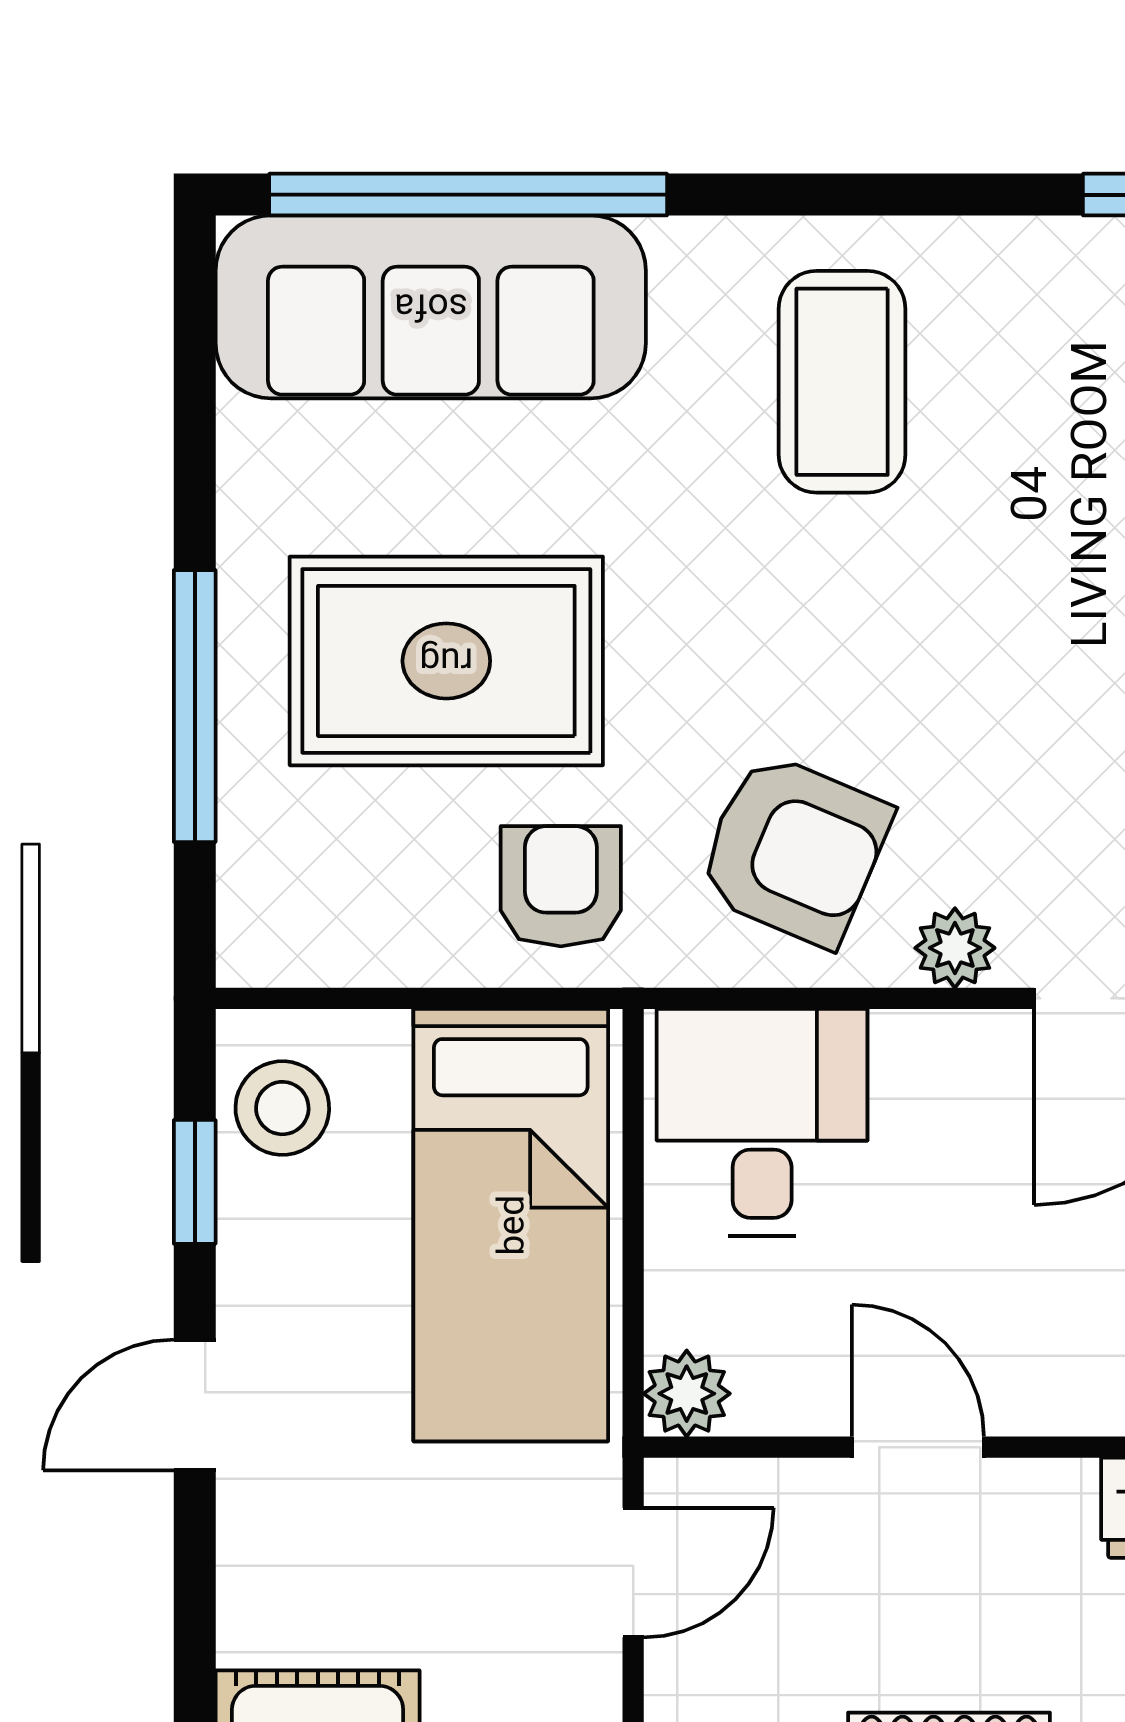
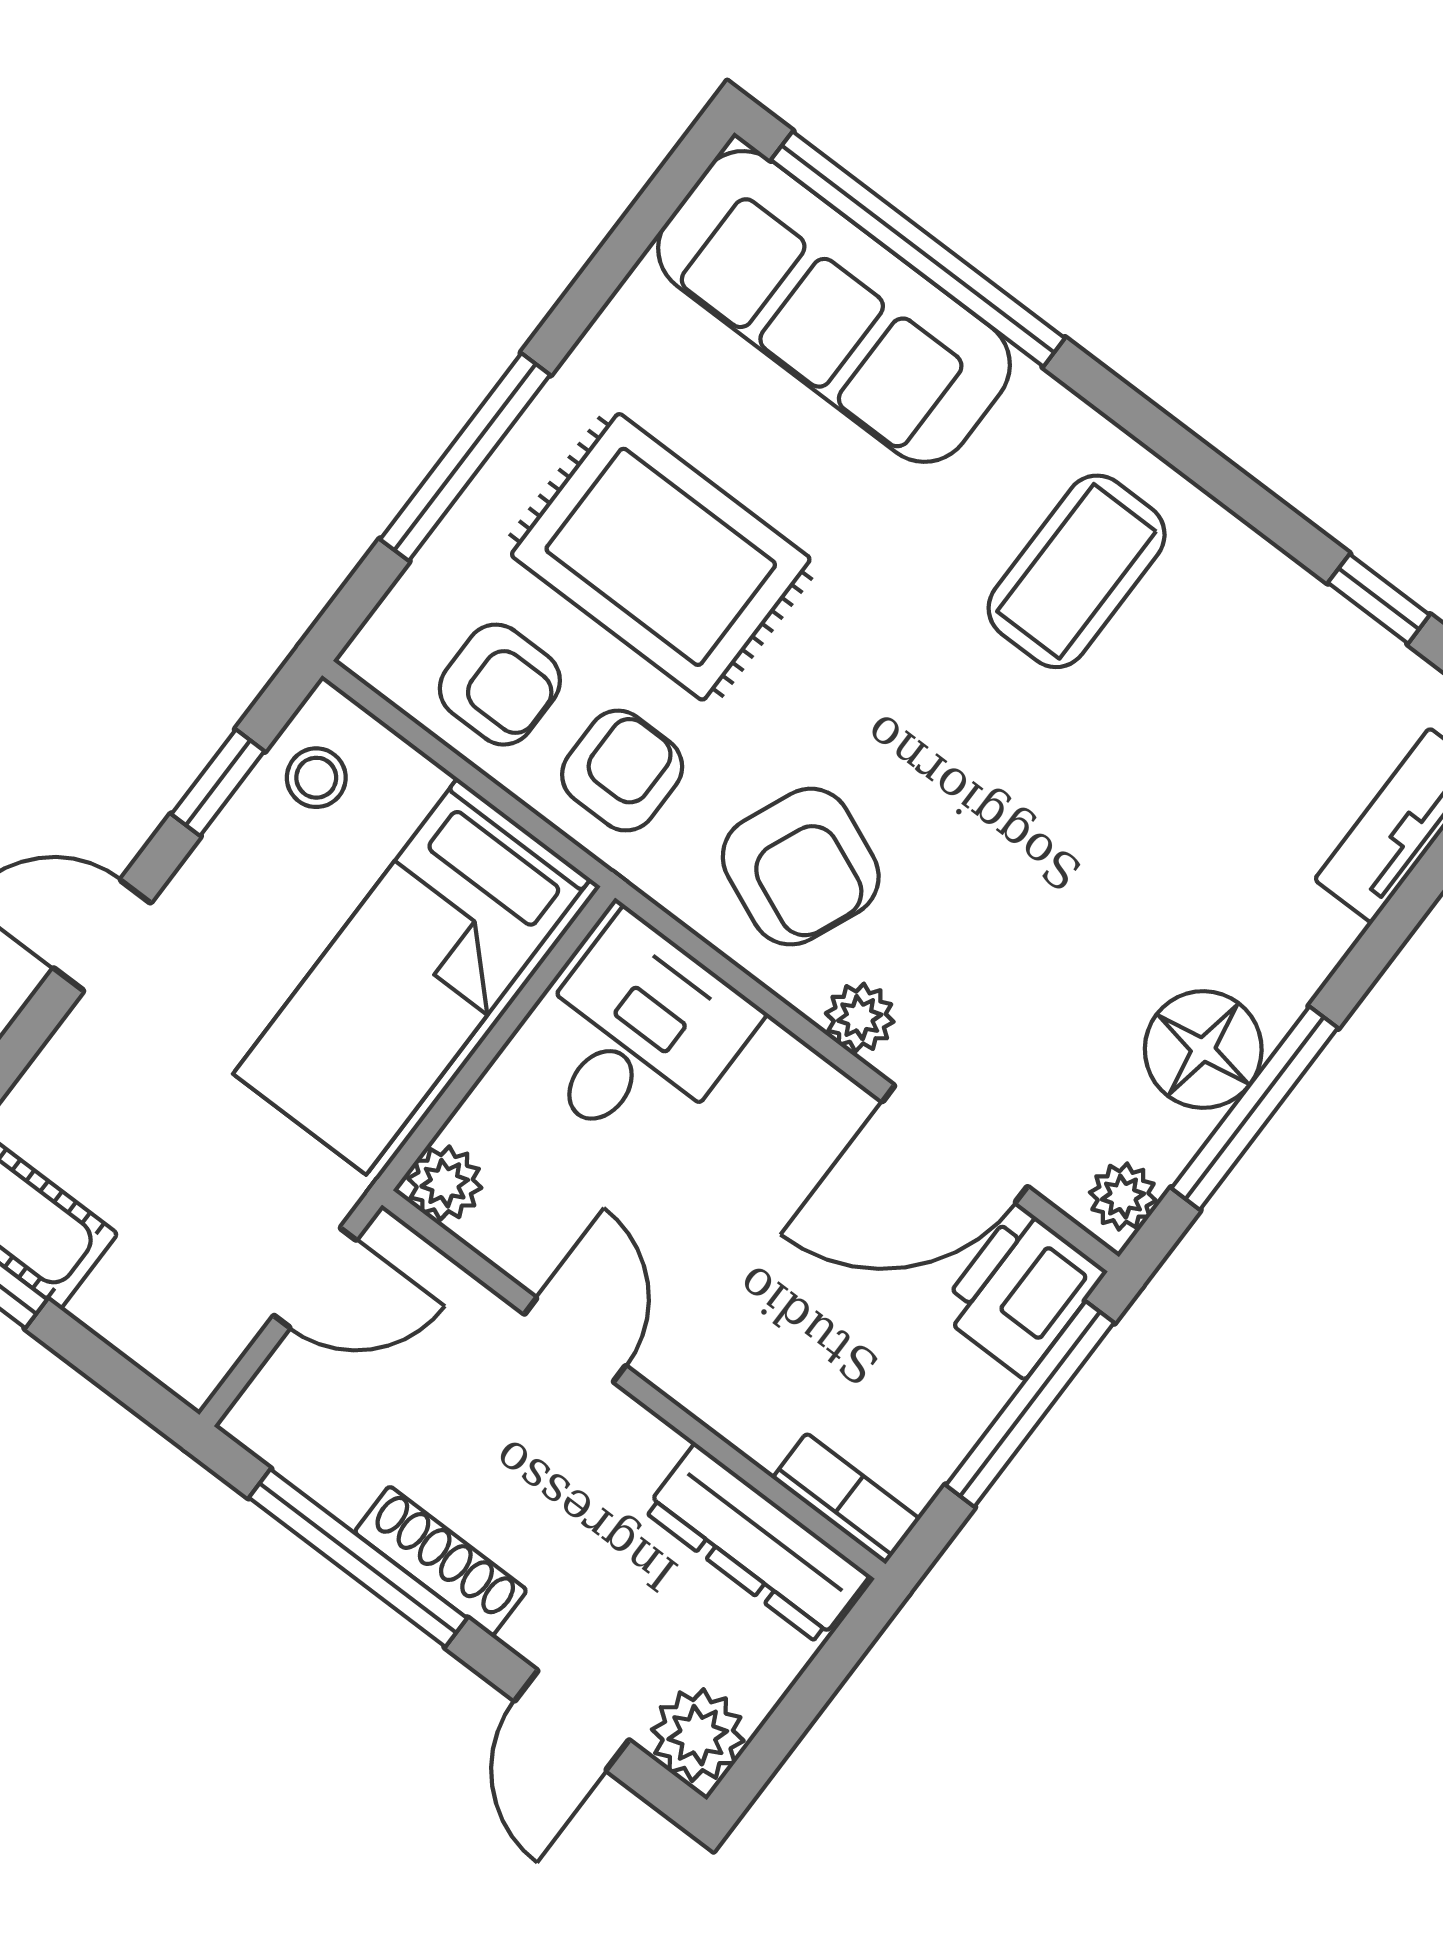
armchair: (387, 892) -> (500, 685), added
stool: (282, 1108) -> (316, 778), width x0.73, depth x0.73

